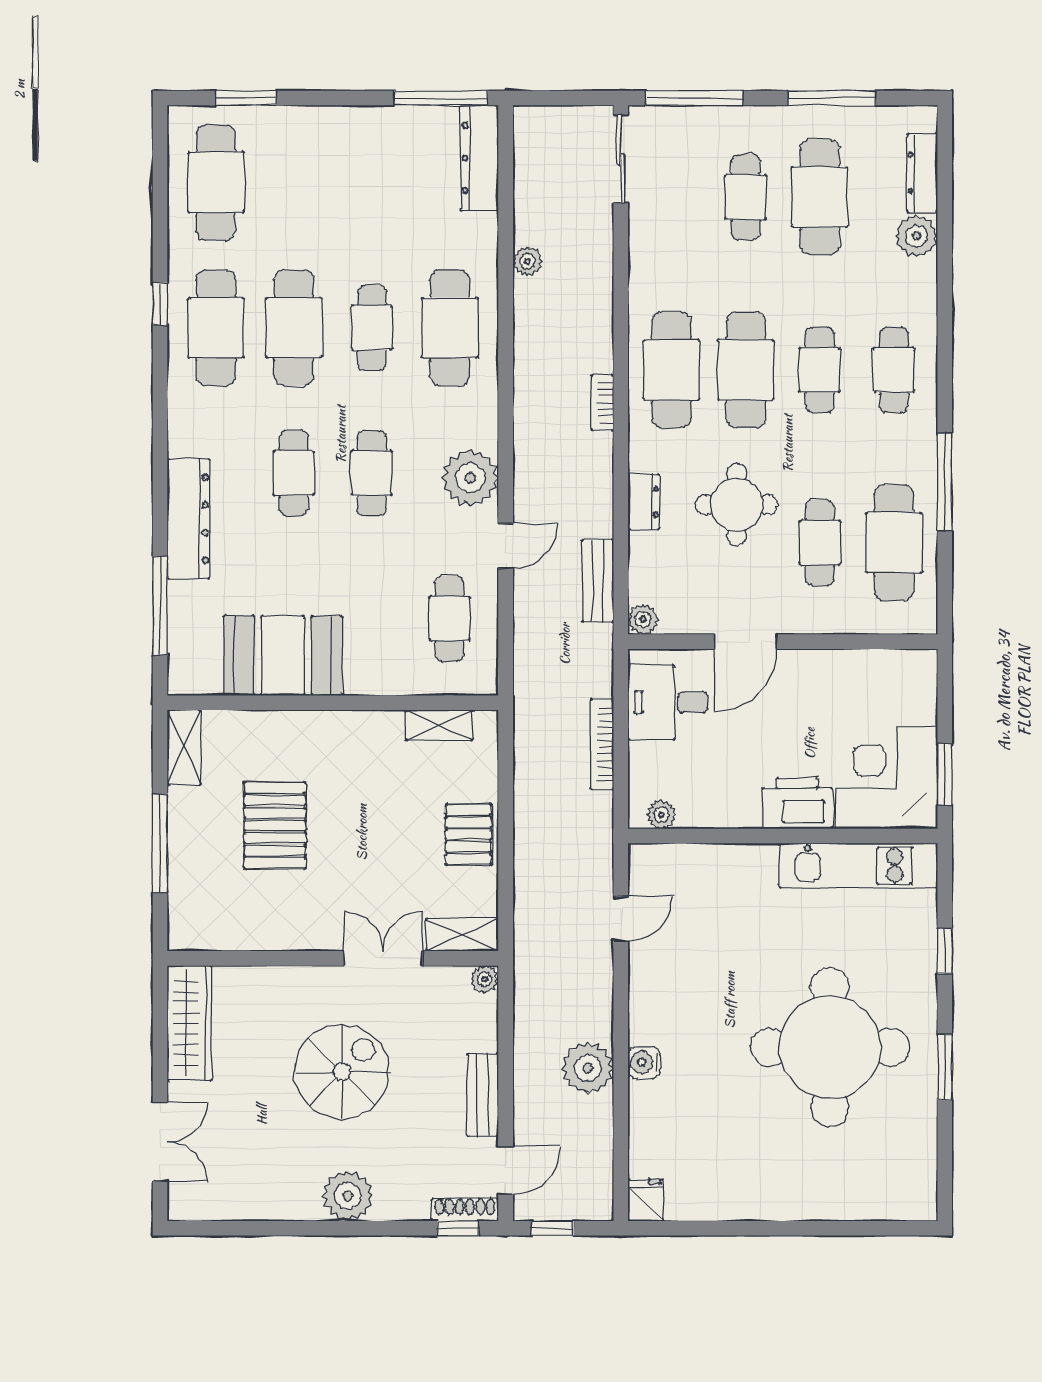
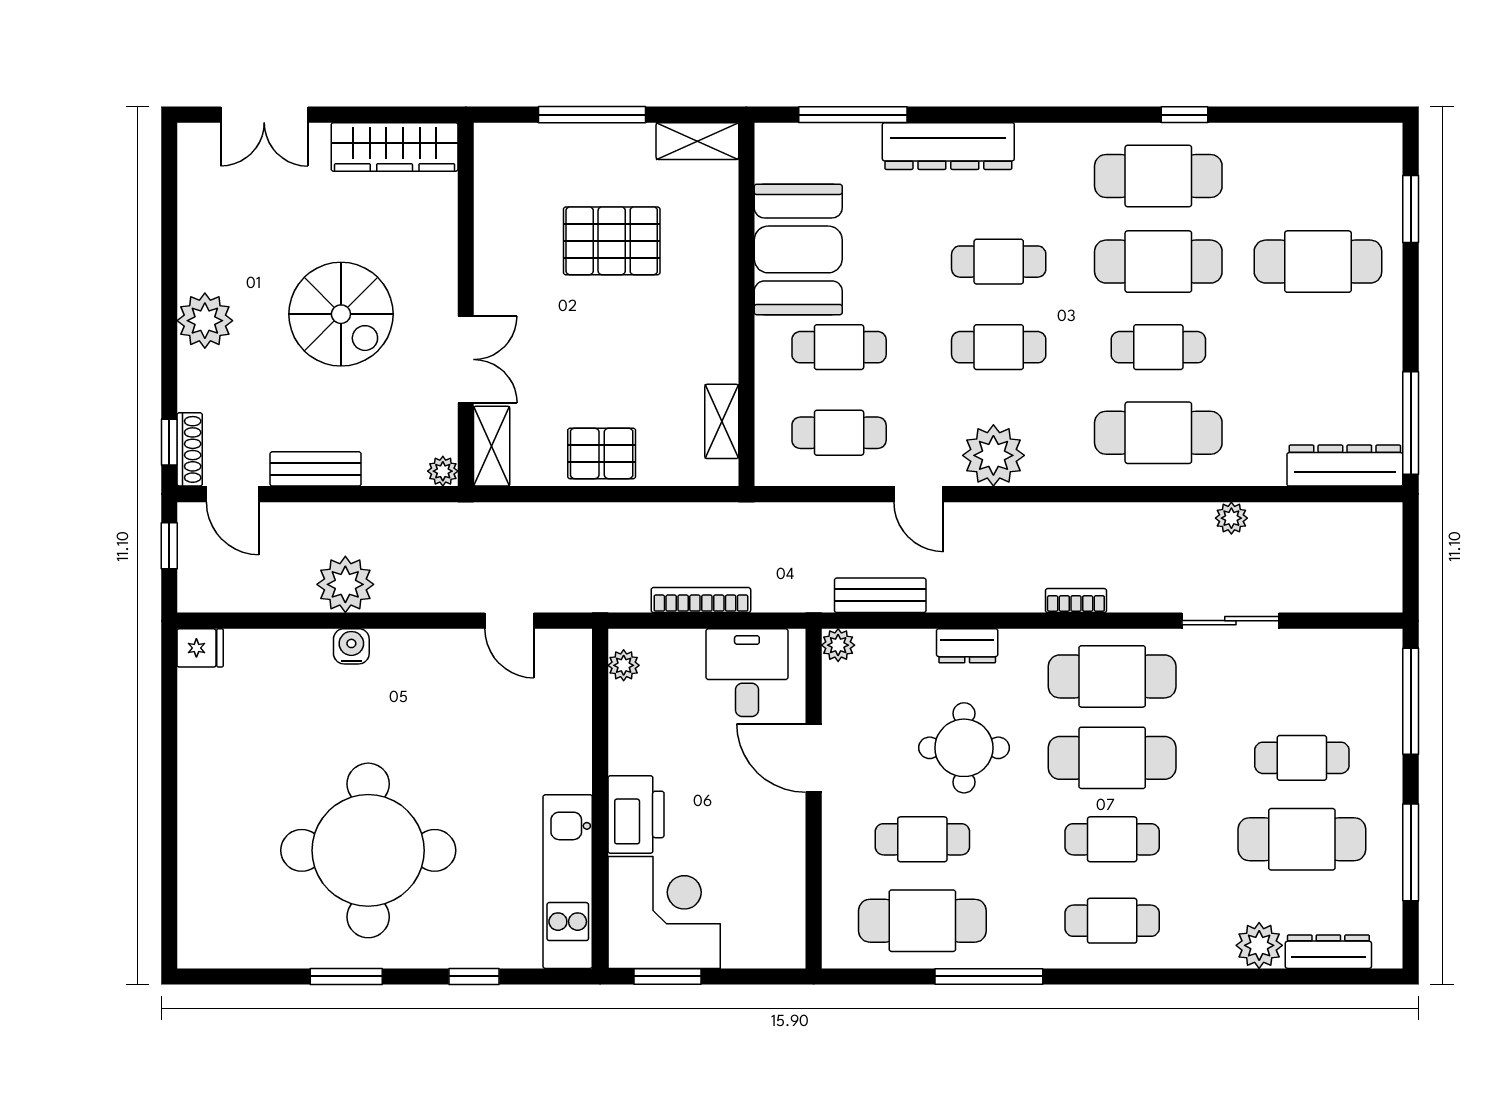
sliding door: (621, 159) -> (1230, 621), moved
cafe table: (216, 182) -> (1318, 262), moved
cafe table: (372, 618) -> (839, 347), added

